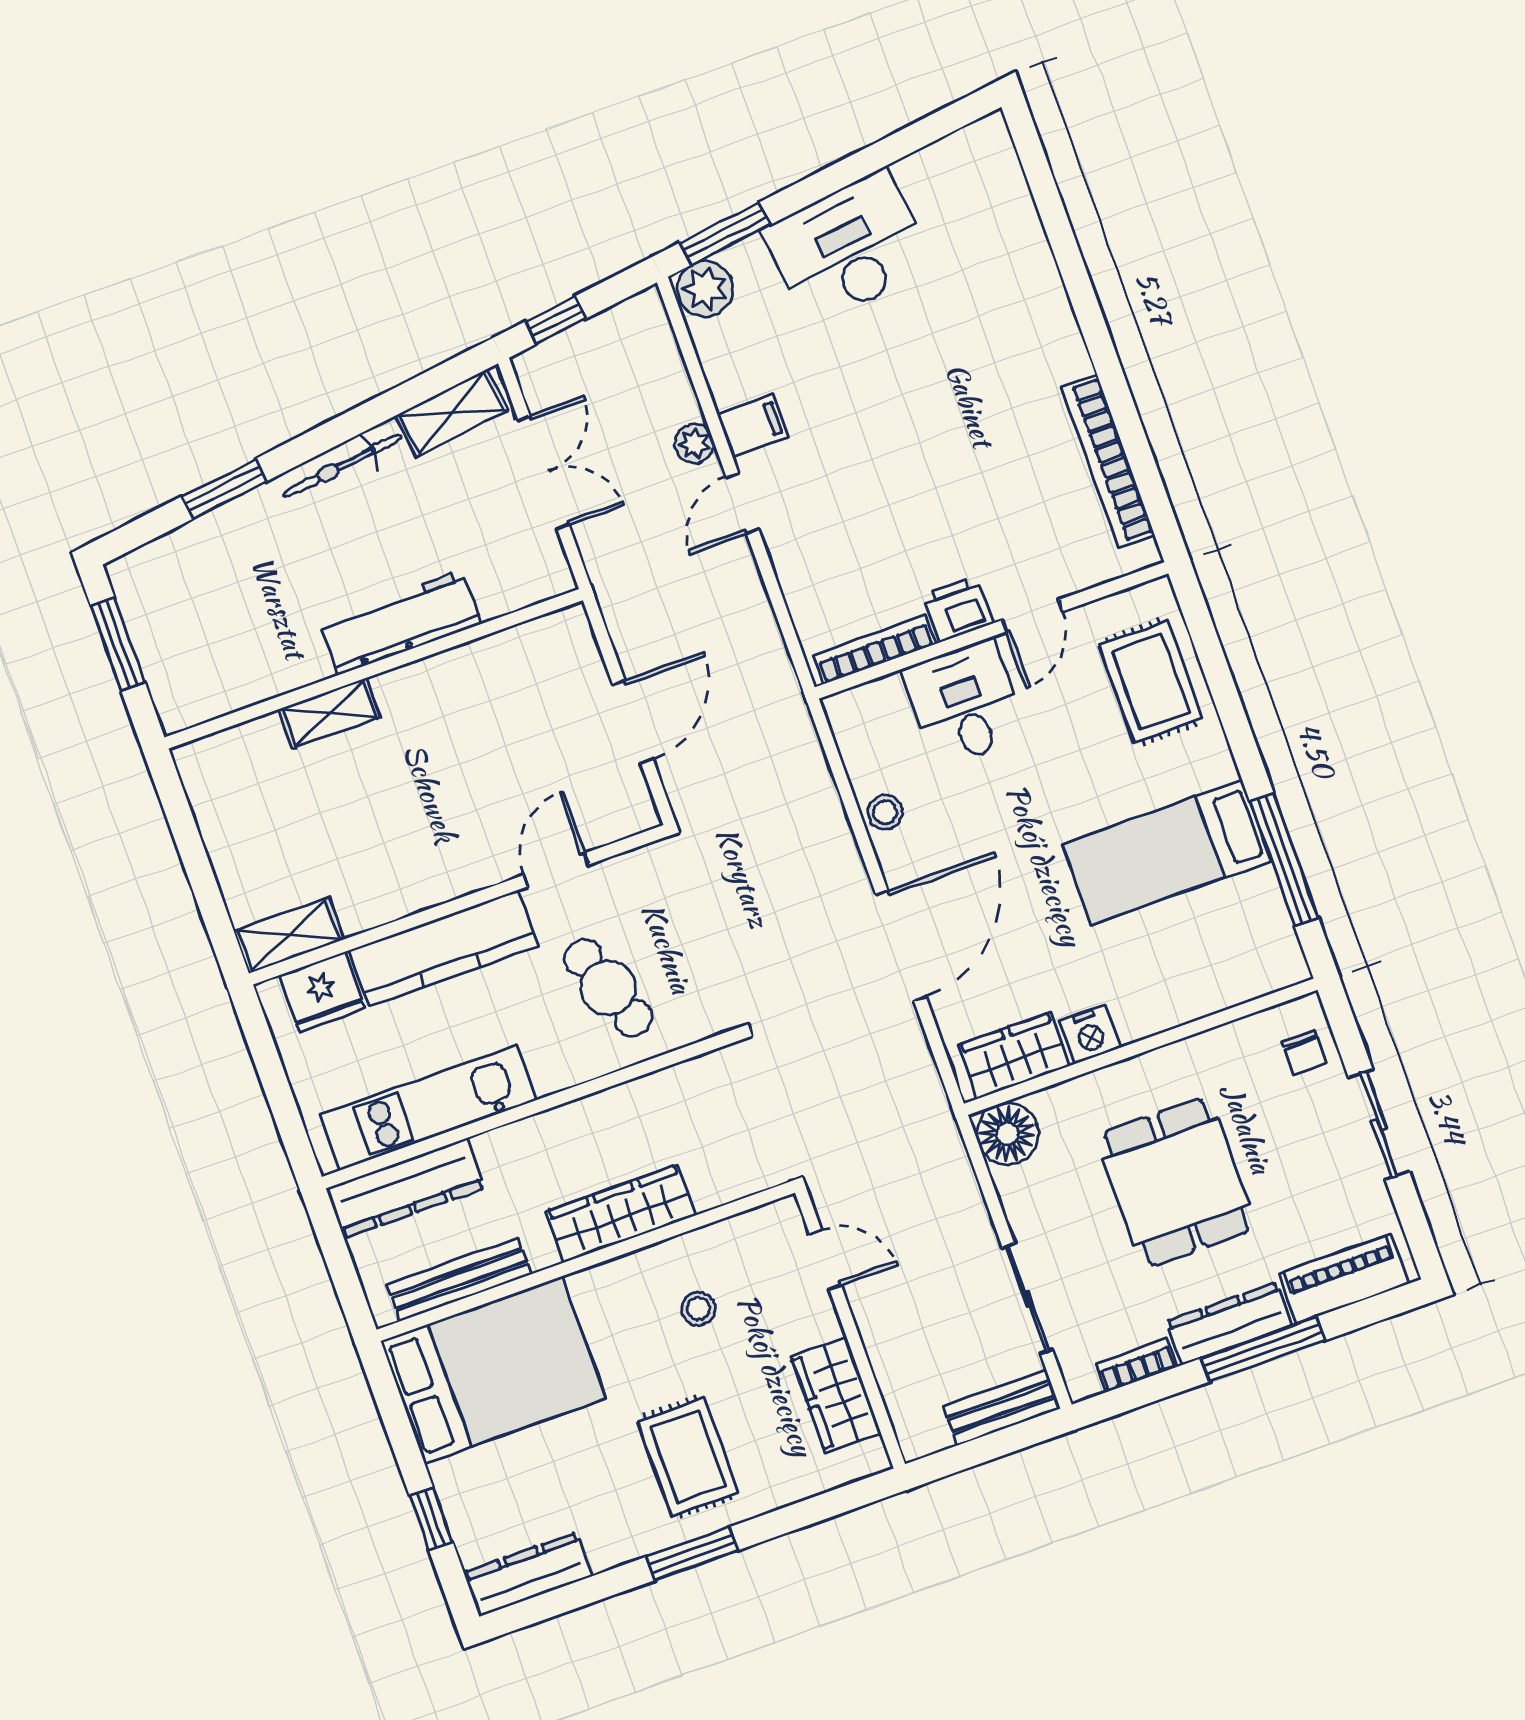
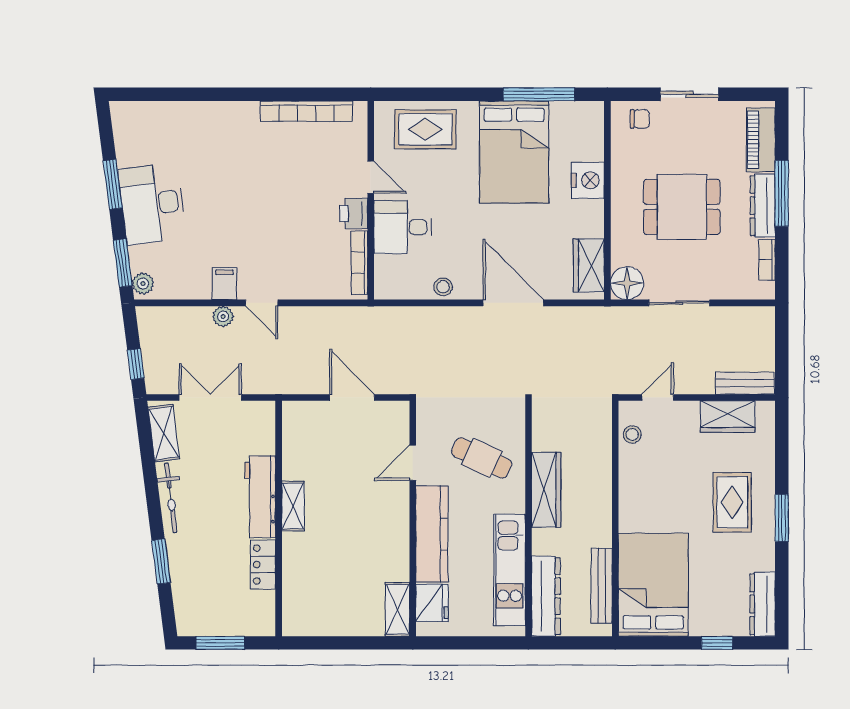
window: (857, 166) -> (113, 184), added
plant: (705, 289) -> (143, 284), width x0.73, depth x0.73
locker: (283, 670) -> (263, 565), added
shelving: (330, 713) -> (293, 506), moved
bed: (1167, 852) -> (514, 152), width x1.50
door: (556, 870) -> (413, 463), hinge flipped
cafe table: (608, 988) -> (482, 458), turned 45
nightstand: (1090, 1034) -> (588, 180), moved, width x1.36, depth x1.33
wardrobe: (621, 1214) -> (546, 490), moved, turned 180
sliding door: (1027, 1299) -> (679, 303), moved
stool: (698, 1309) -> (632, 434), moved
bench: (1002, 1407) -> (745, 383), moved, turned 90
rug: (688, 1457) -> (732, 502), turned 90

